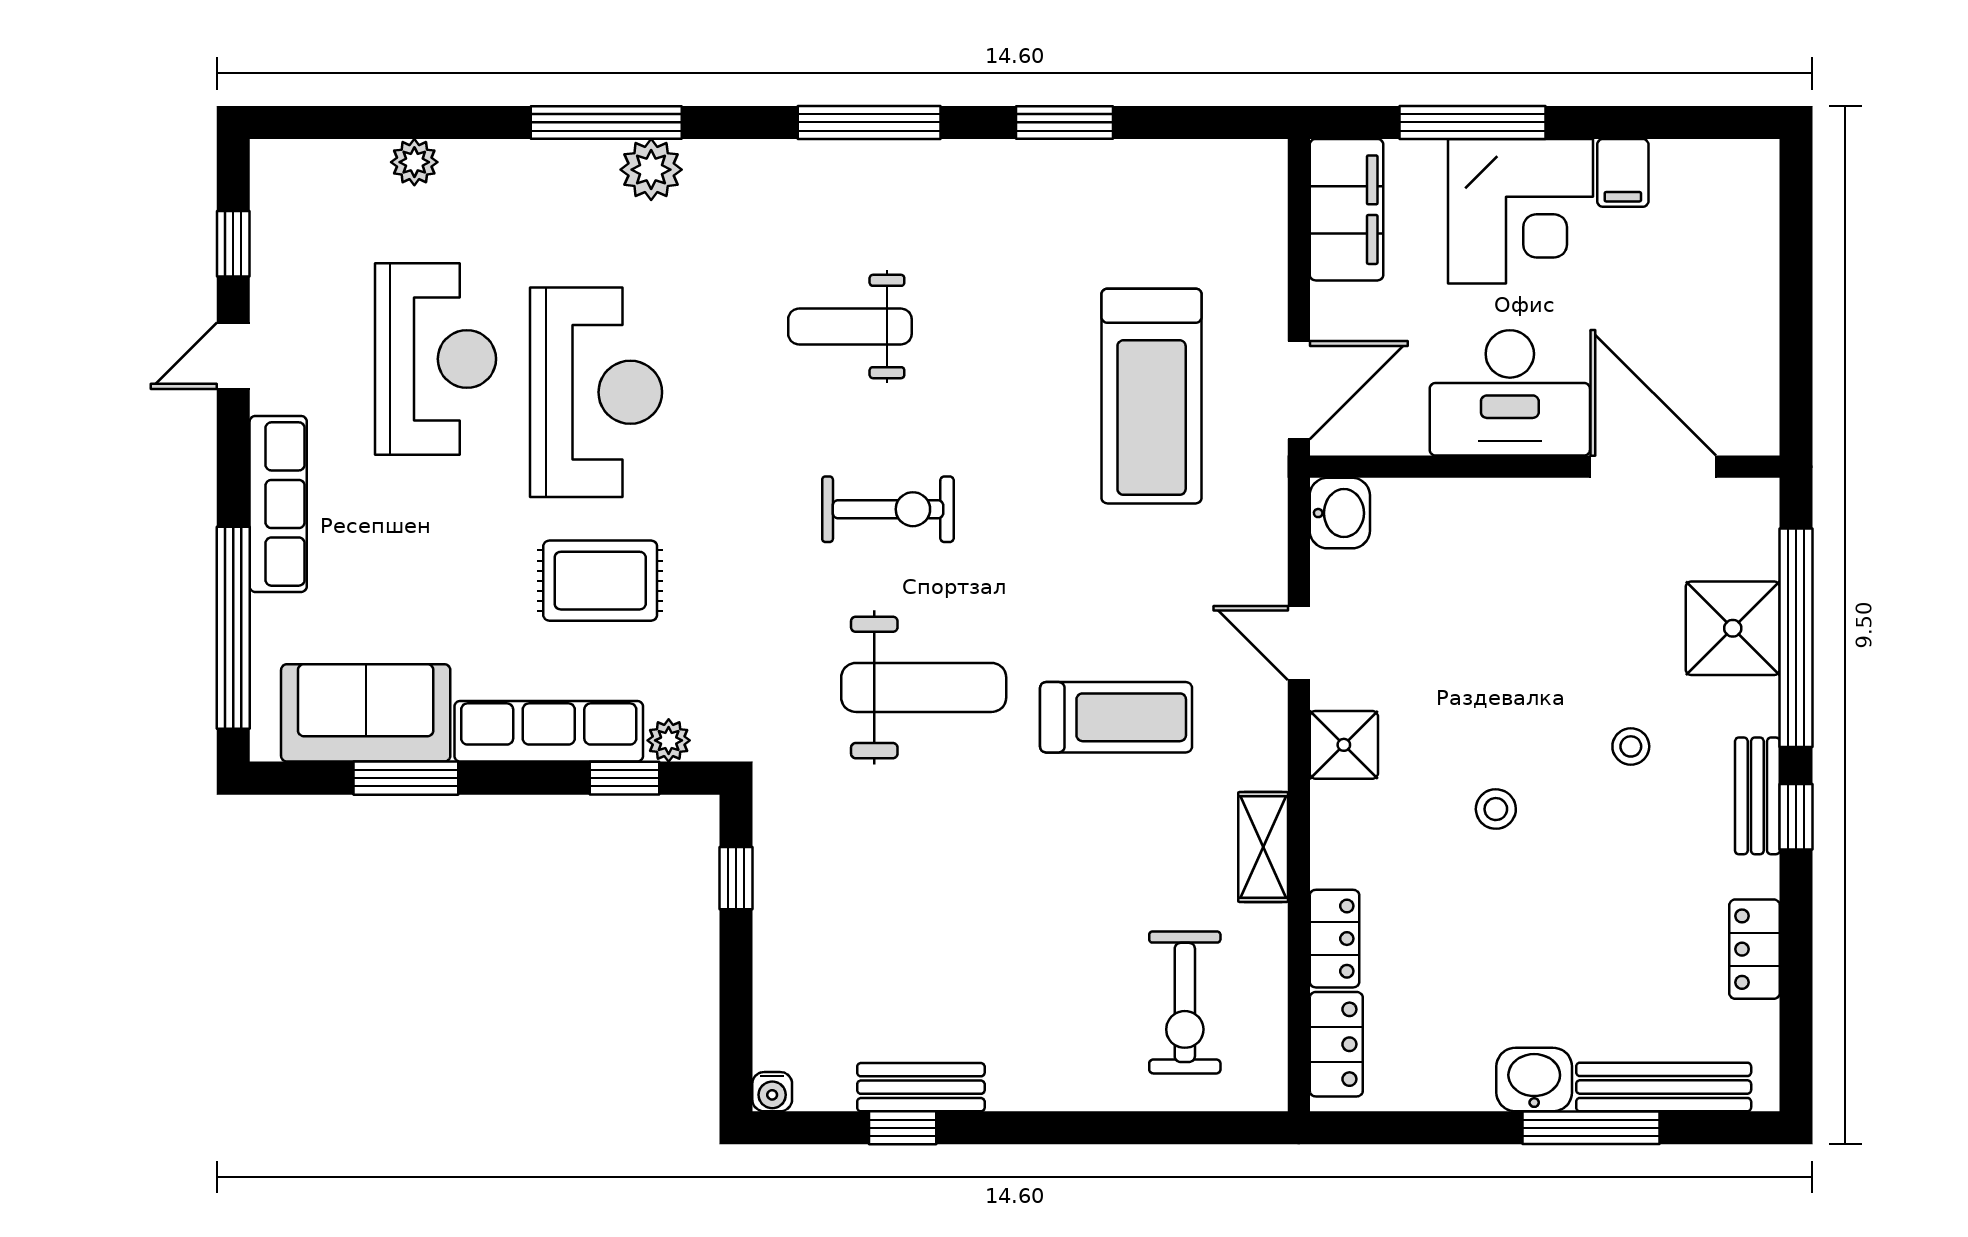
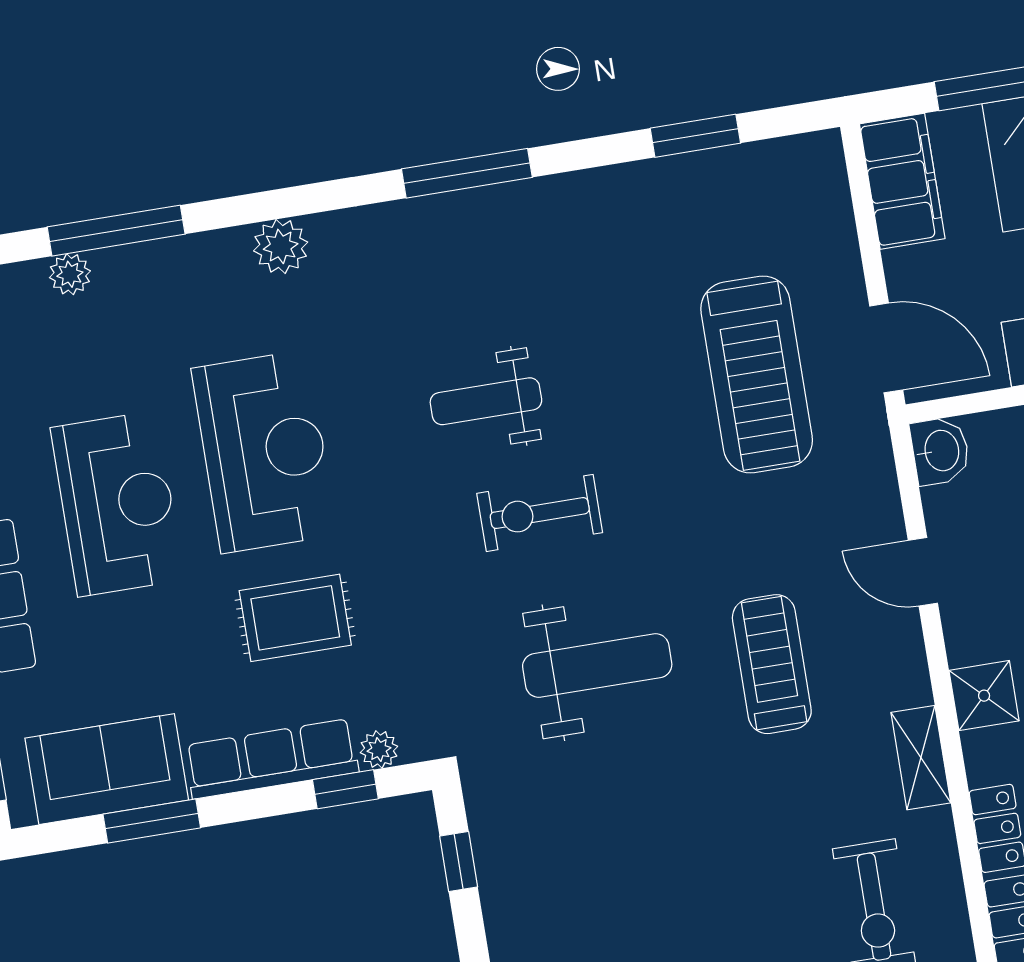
window: (606, 122) -> (116, 231), moved
window: (1065, 122) -> (695, 136), moved
weight bench: (850, 326) -> (486, 401), moved
reception desk: (436, 359) -> (117, 504), moved
door: (1299, 390) -> (886, 348), hinge flipped
exercise bike: (888, 509) -> (540, 513), turned 180
treadmill: (1116, 717) -> (772, 664), turned -90
shower: (1344, 745) -> (984, 696), moved

